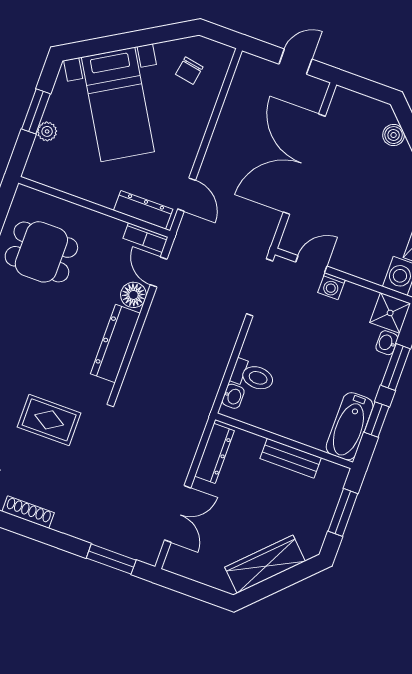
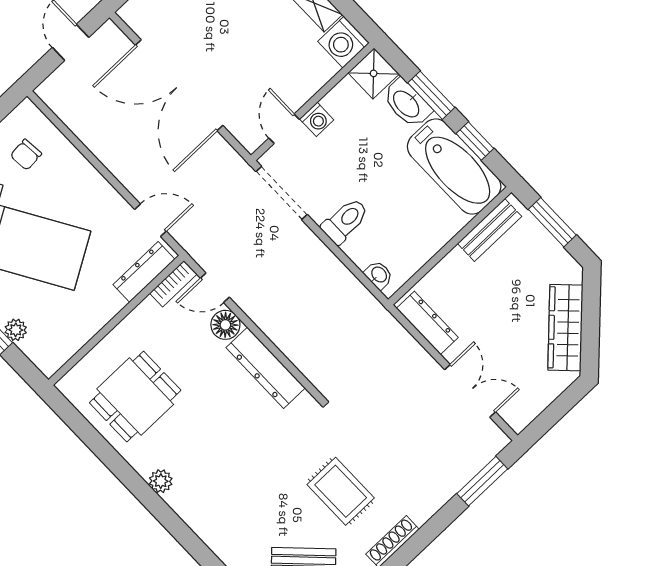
chair: (189, 71) -> (26, 155), turned 75
washbasin: (387, 343) -> (407, 103), width x1.91, depth x1.45
toilet: (253, 376) -> (345, 221), moved
rug: (49, 420) -> (341, 491), moved, turned 90
bathtub: (350, 426) -> (454, 167), width x1.36, depth x1.36
bench: (291, 458) -> (490, 230), moved

